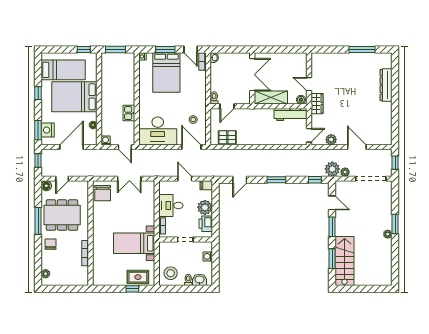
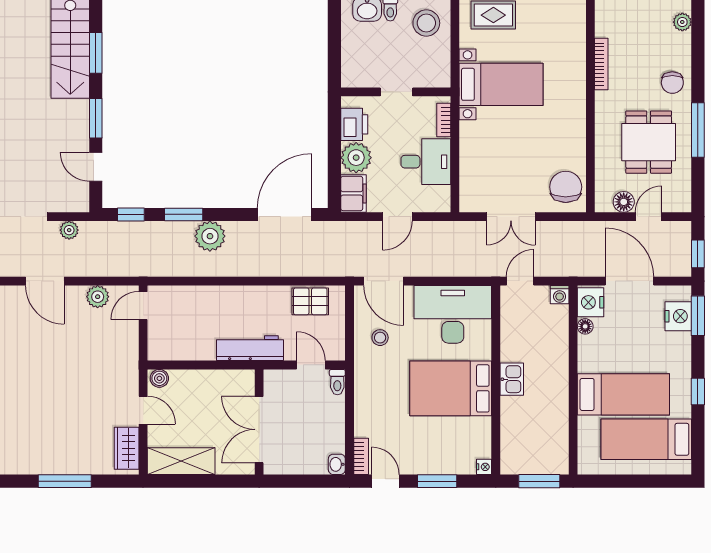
window: (84, 49) -> (604, 481), removed
window: (362, 49) -> (65, 481), moved
bed: (166, 73) -> (451, 388), moved, turned -90
bed: (74, 97) -> (623, 394), width x0.67
shelving: (271, 97) -> (181, 461), moved
wardrobe: (317, 104) -> (127, 448), moved
door: (227, 106) -> (311, 365), hinge flipped
kitchen sink: (129, 113) -> (512, 379), moved
workbench: (291, 114) -> (250, 348), moved
nightstand: (90, 137) -> (591, 302), added
door: (71, 147) -> (629, 281), swing flipped
door: (125, 147) -> (520, 281), hinge flipped
plant: (332, 169) -> (210, 236), moved
double door: (129, 179) -> (511, 217), swing flipped
door: (185, 179) -> (397, 217), hinge flipped
door: (240, 180) -> (285, 214), width x1.88
window: (276, 180) -> (184, 214), moved
filing cabinet: (206, 185) -> (353, 193), width x2.00
floor lamp: (46, 186) -> (624, 202), moved
dining table: (62, 215) -> (649, 142), width x0.73
washing machine: (208, 256) -> (350, 57), removed

